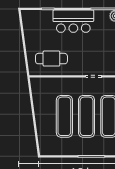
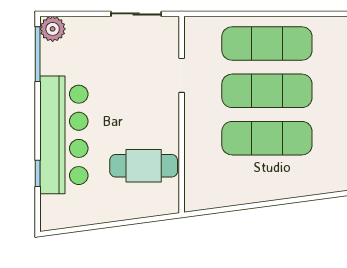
bar counter: (73, 21) -> (64, 135), width x1.36
cafe table: (51, 59) -> (144, 166), turned 90

